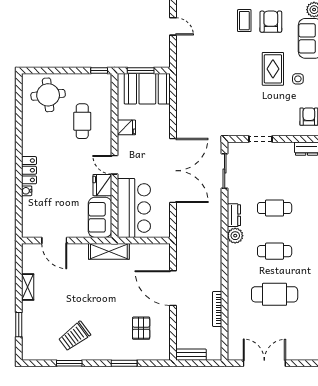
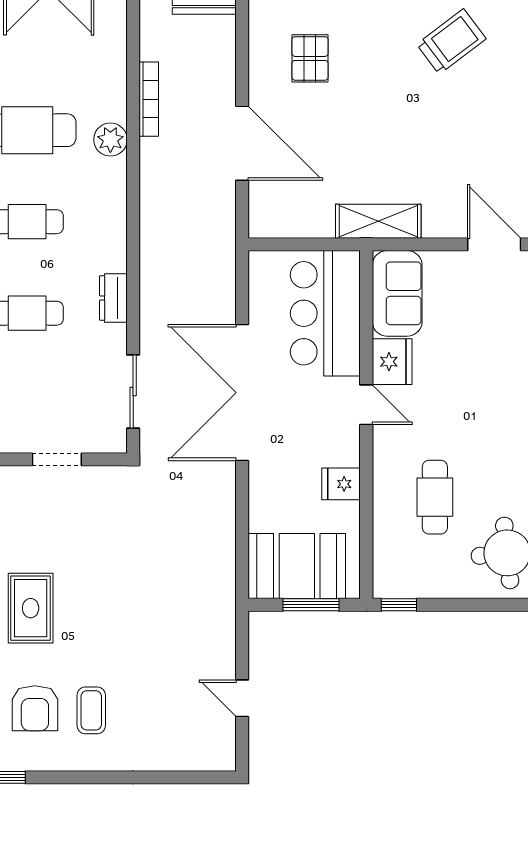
plant: (235, 236) -> (110, 140), moved

